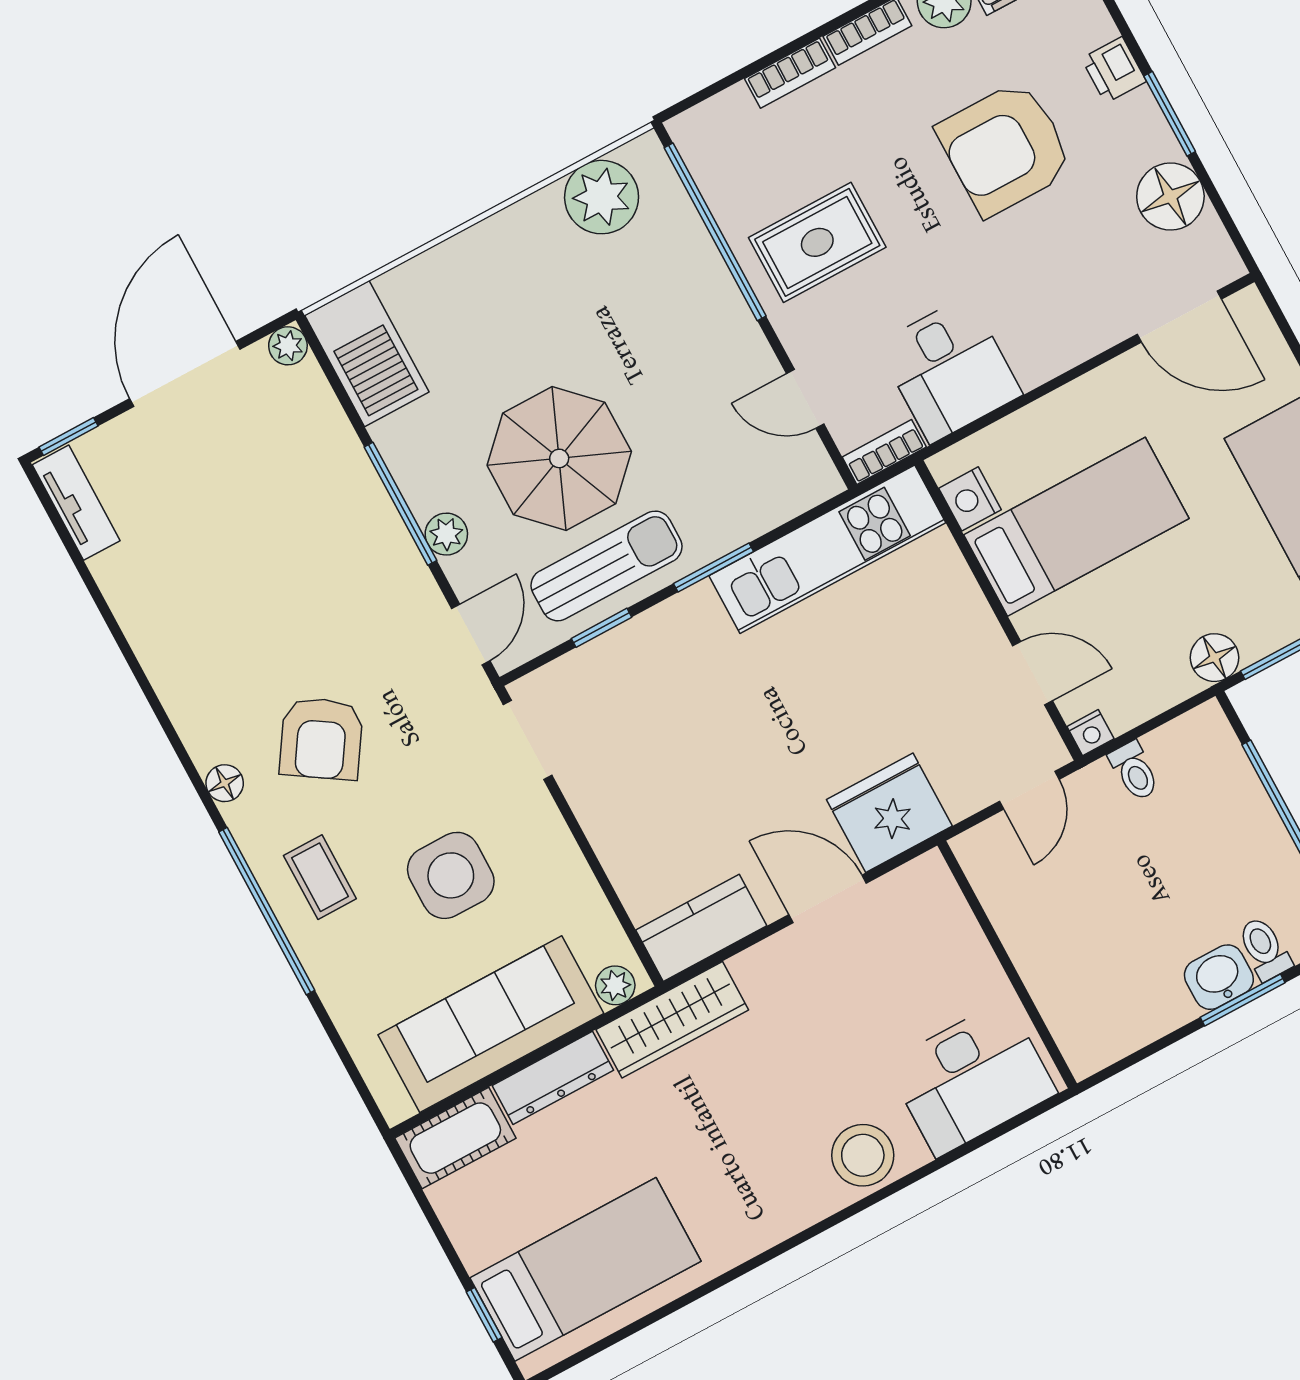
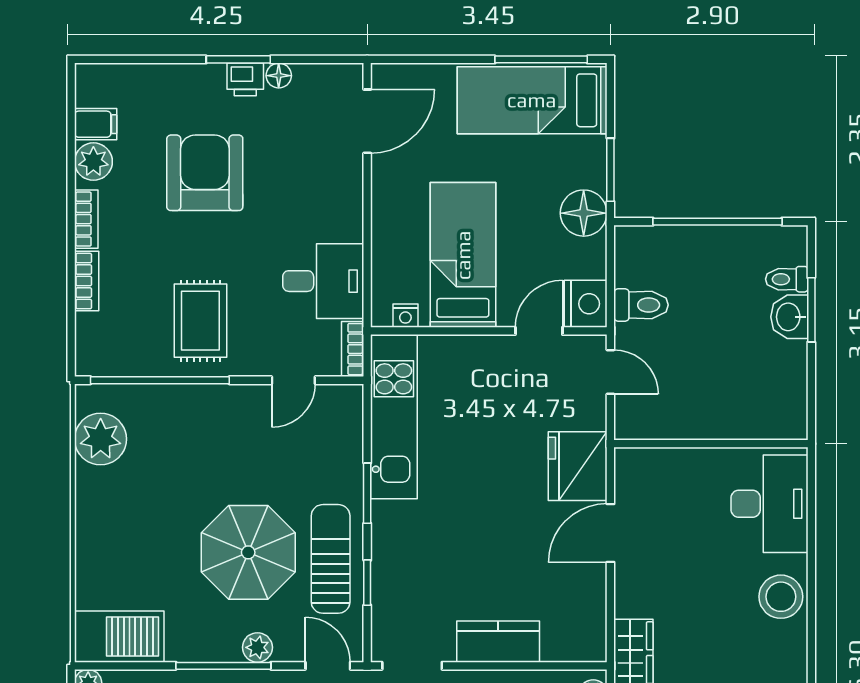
printer: (1114, 70) -> (245, 79), moved
armchair: (1005, 148) -> (205, 173), turned 180
floor lamp: (1170, 197) -> (279, 76), width x0.53, depth x0.53
nightstand: (970, 499) -> (405, 316), width x0.72, depth x0.74
floor lamp: (1215, 658) -> (584, 213), width x1.38, depth x1.38
nightstand: (1090, 733) -> (586, 304), width x1.89, depth x1.79
toilet: (1134, 771) -> (641, 305), width x1.37, depth x1.39
kitchen counter: (701, 928) -> (498, 642), moved, turned 90

